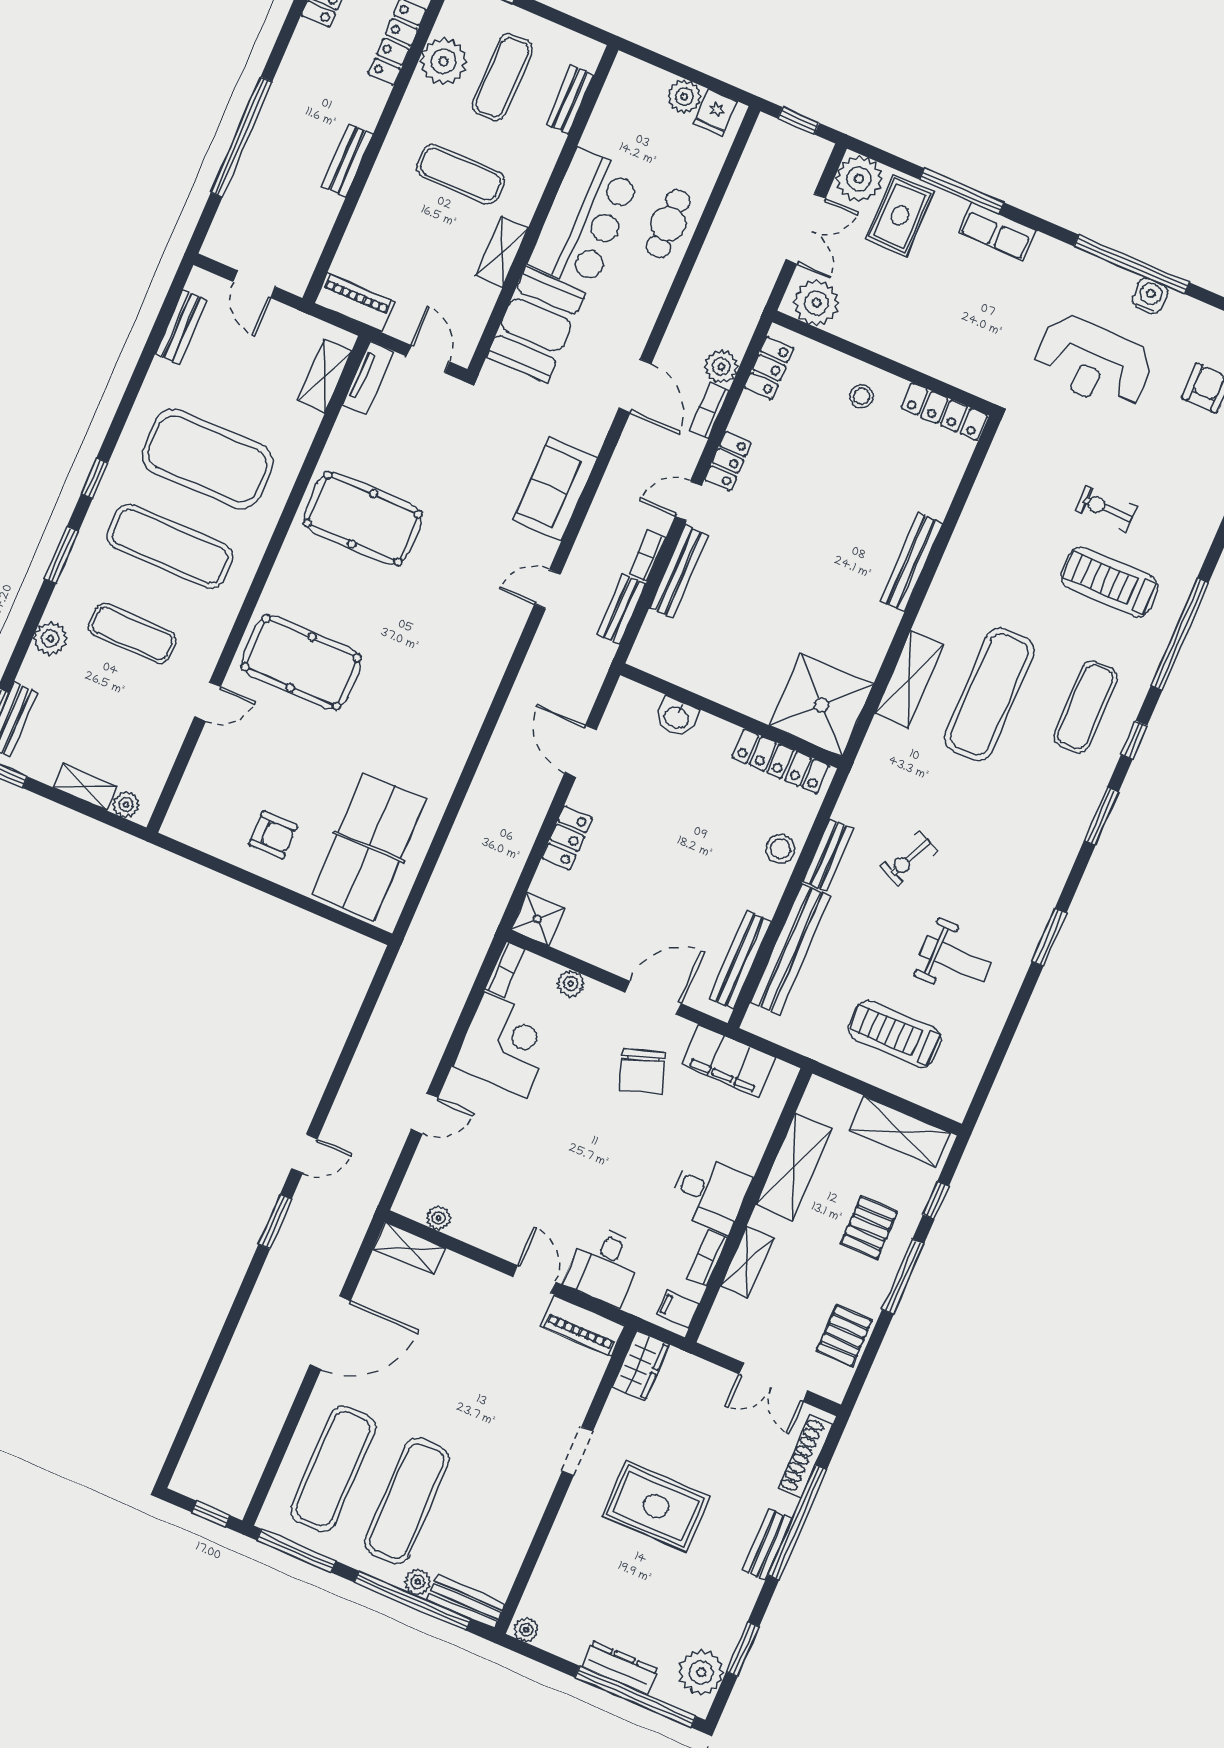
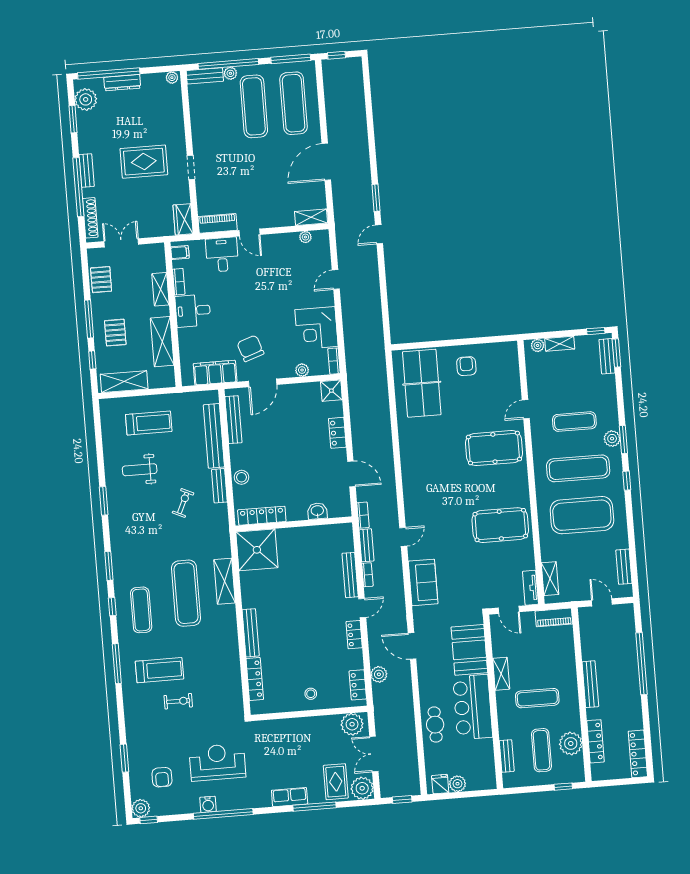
bench: (348, 160) -> (590, 684), width x1.36
bookcase: (709, 411) -> (363, 515), moved
locker: (944, 412) -> (255, 679), moved, turned 90
window: (1180, 634) -> (117, 664), width x0.68
plant: (50, 639) -> (612, 439), moved
armchair: (273, 835) -> (466, 366), turned 90

